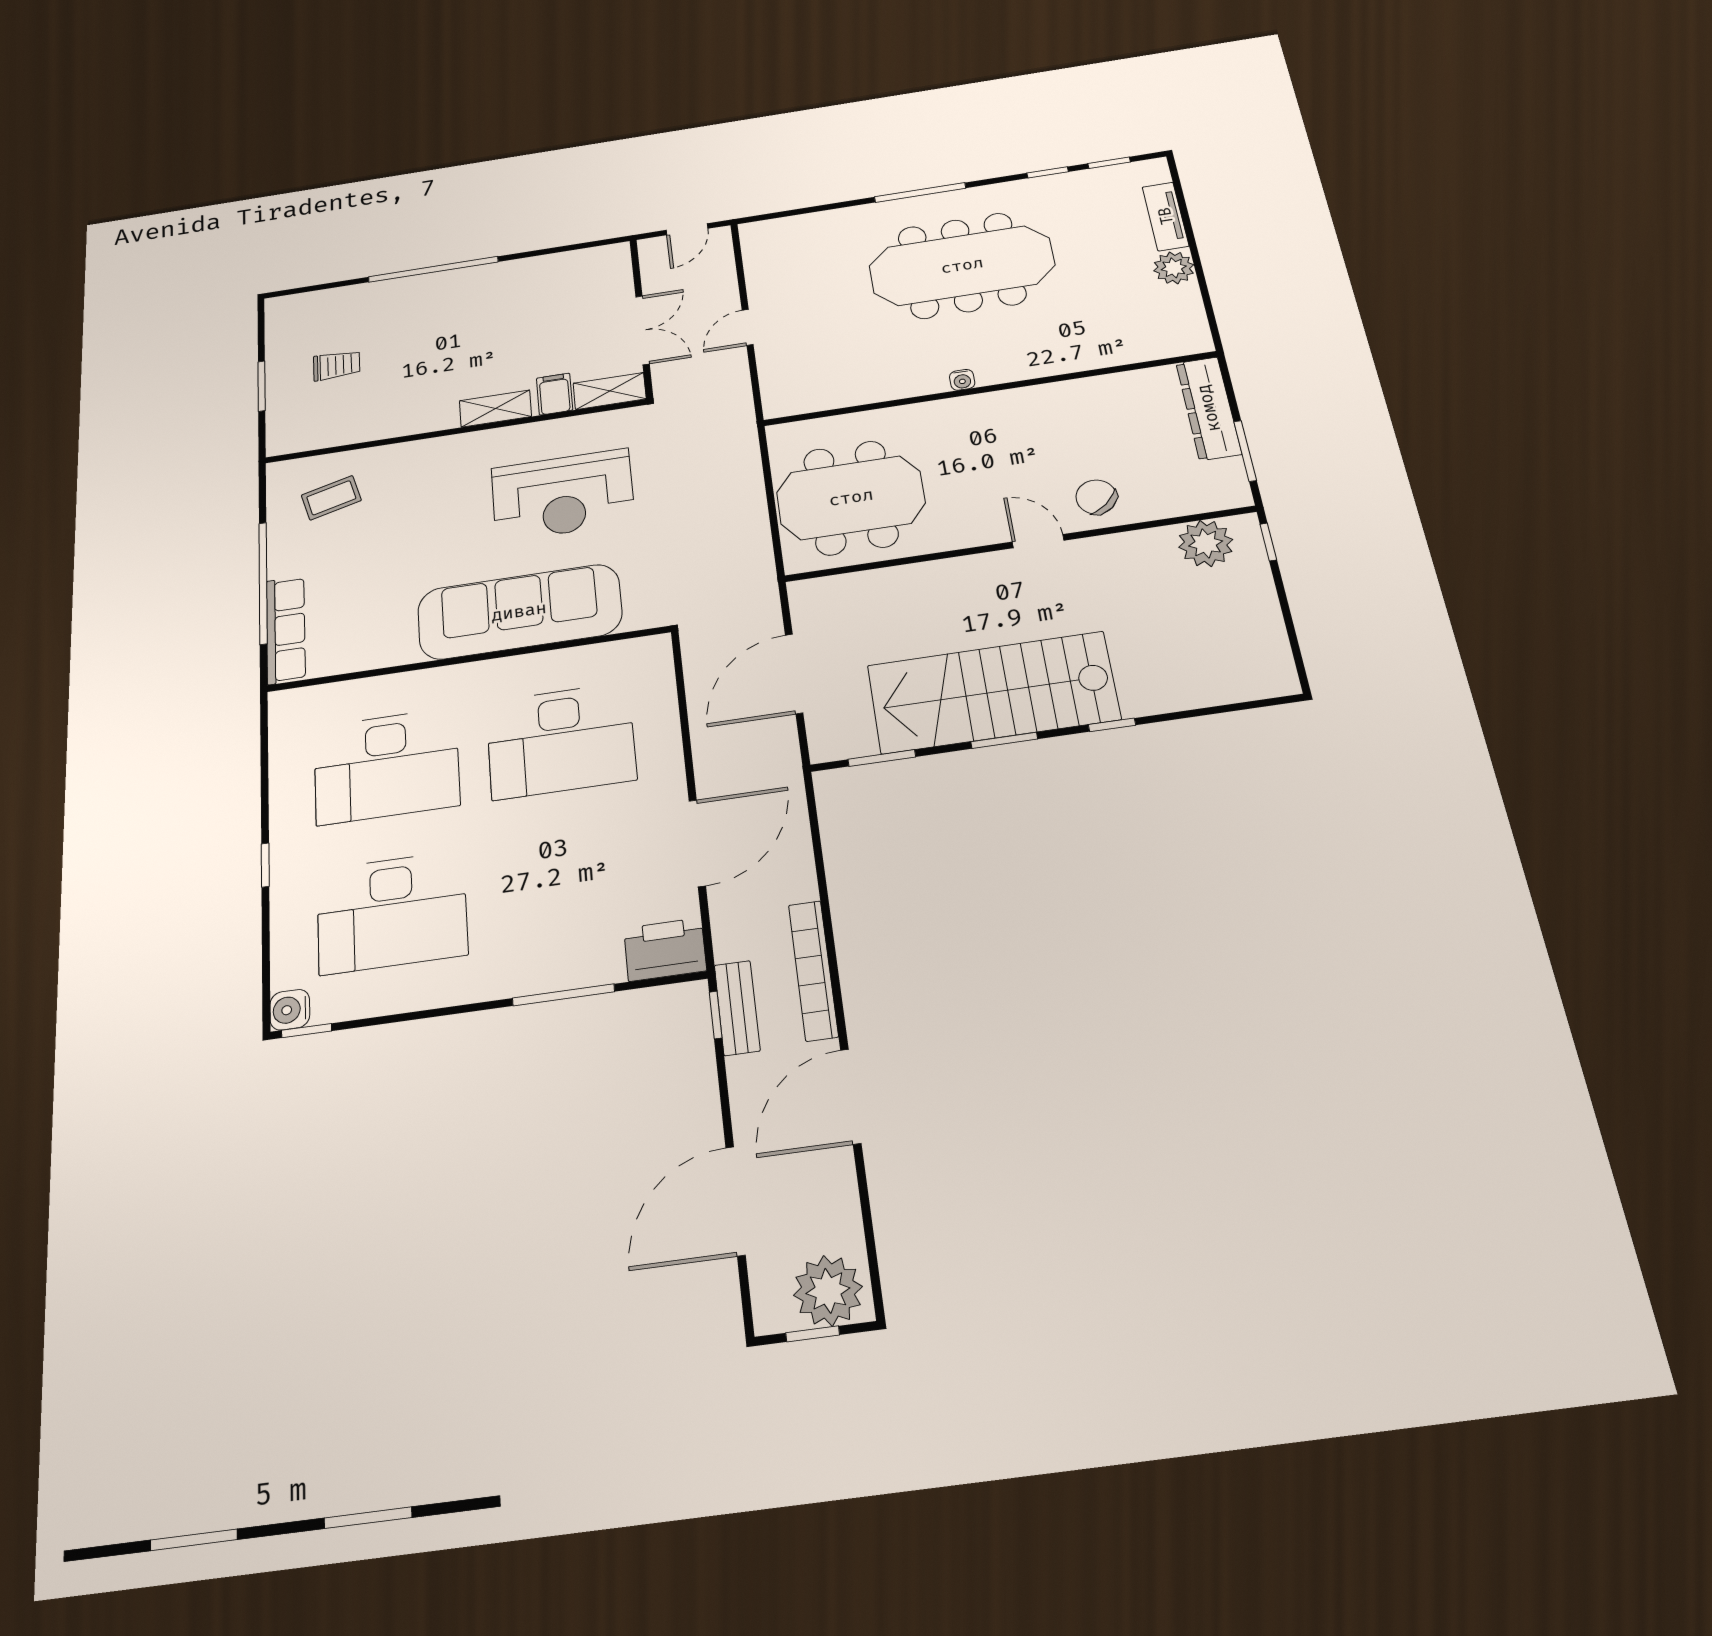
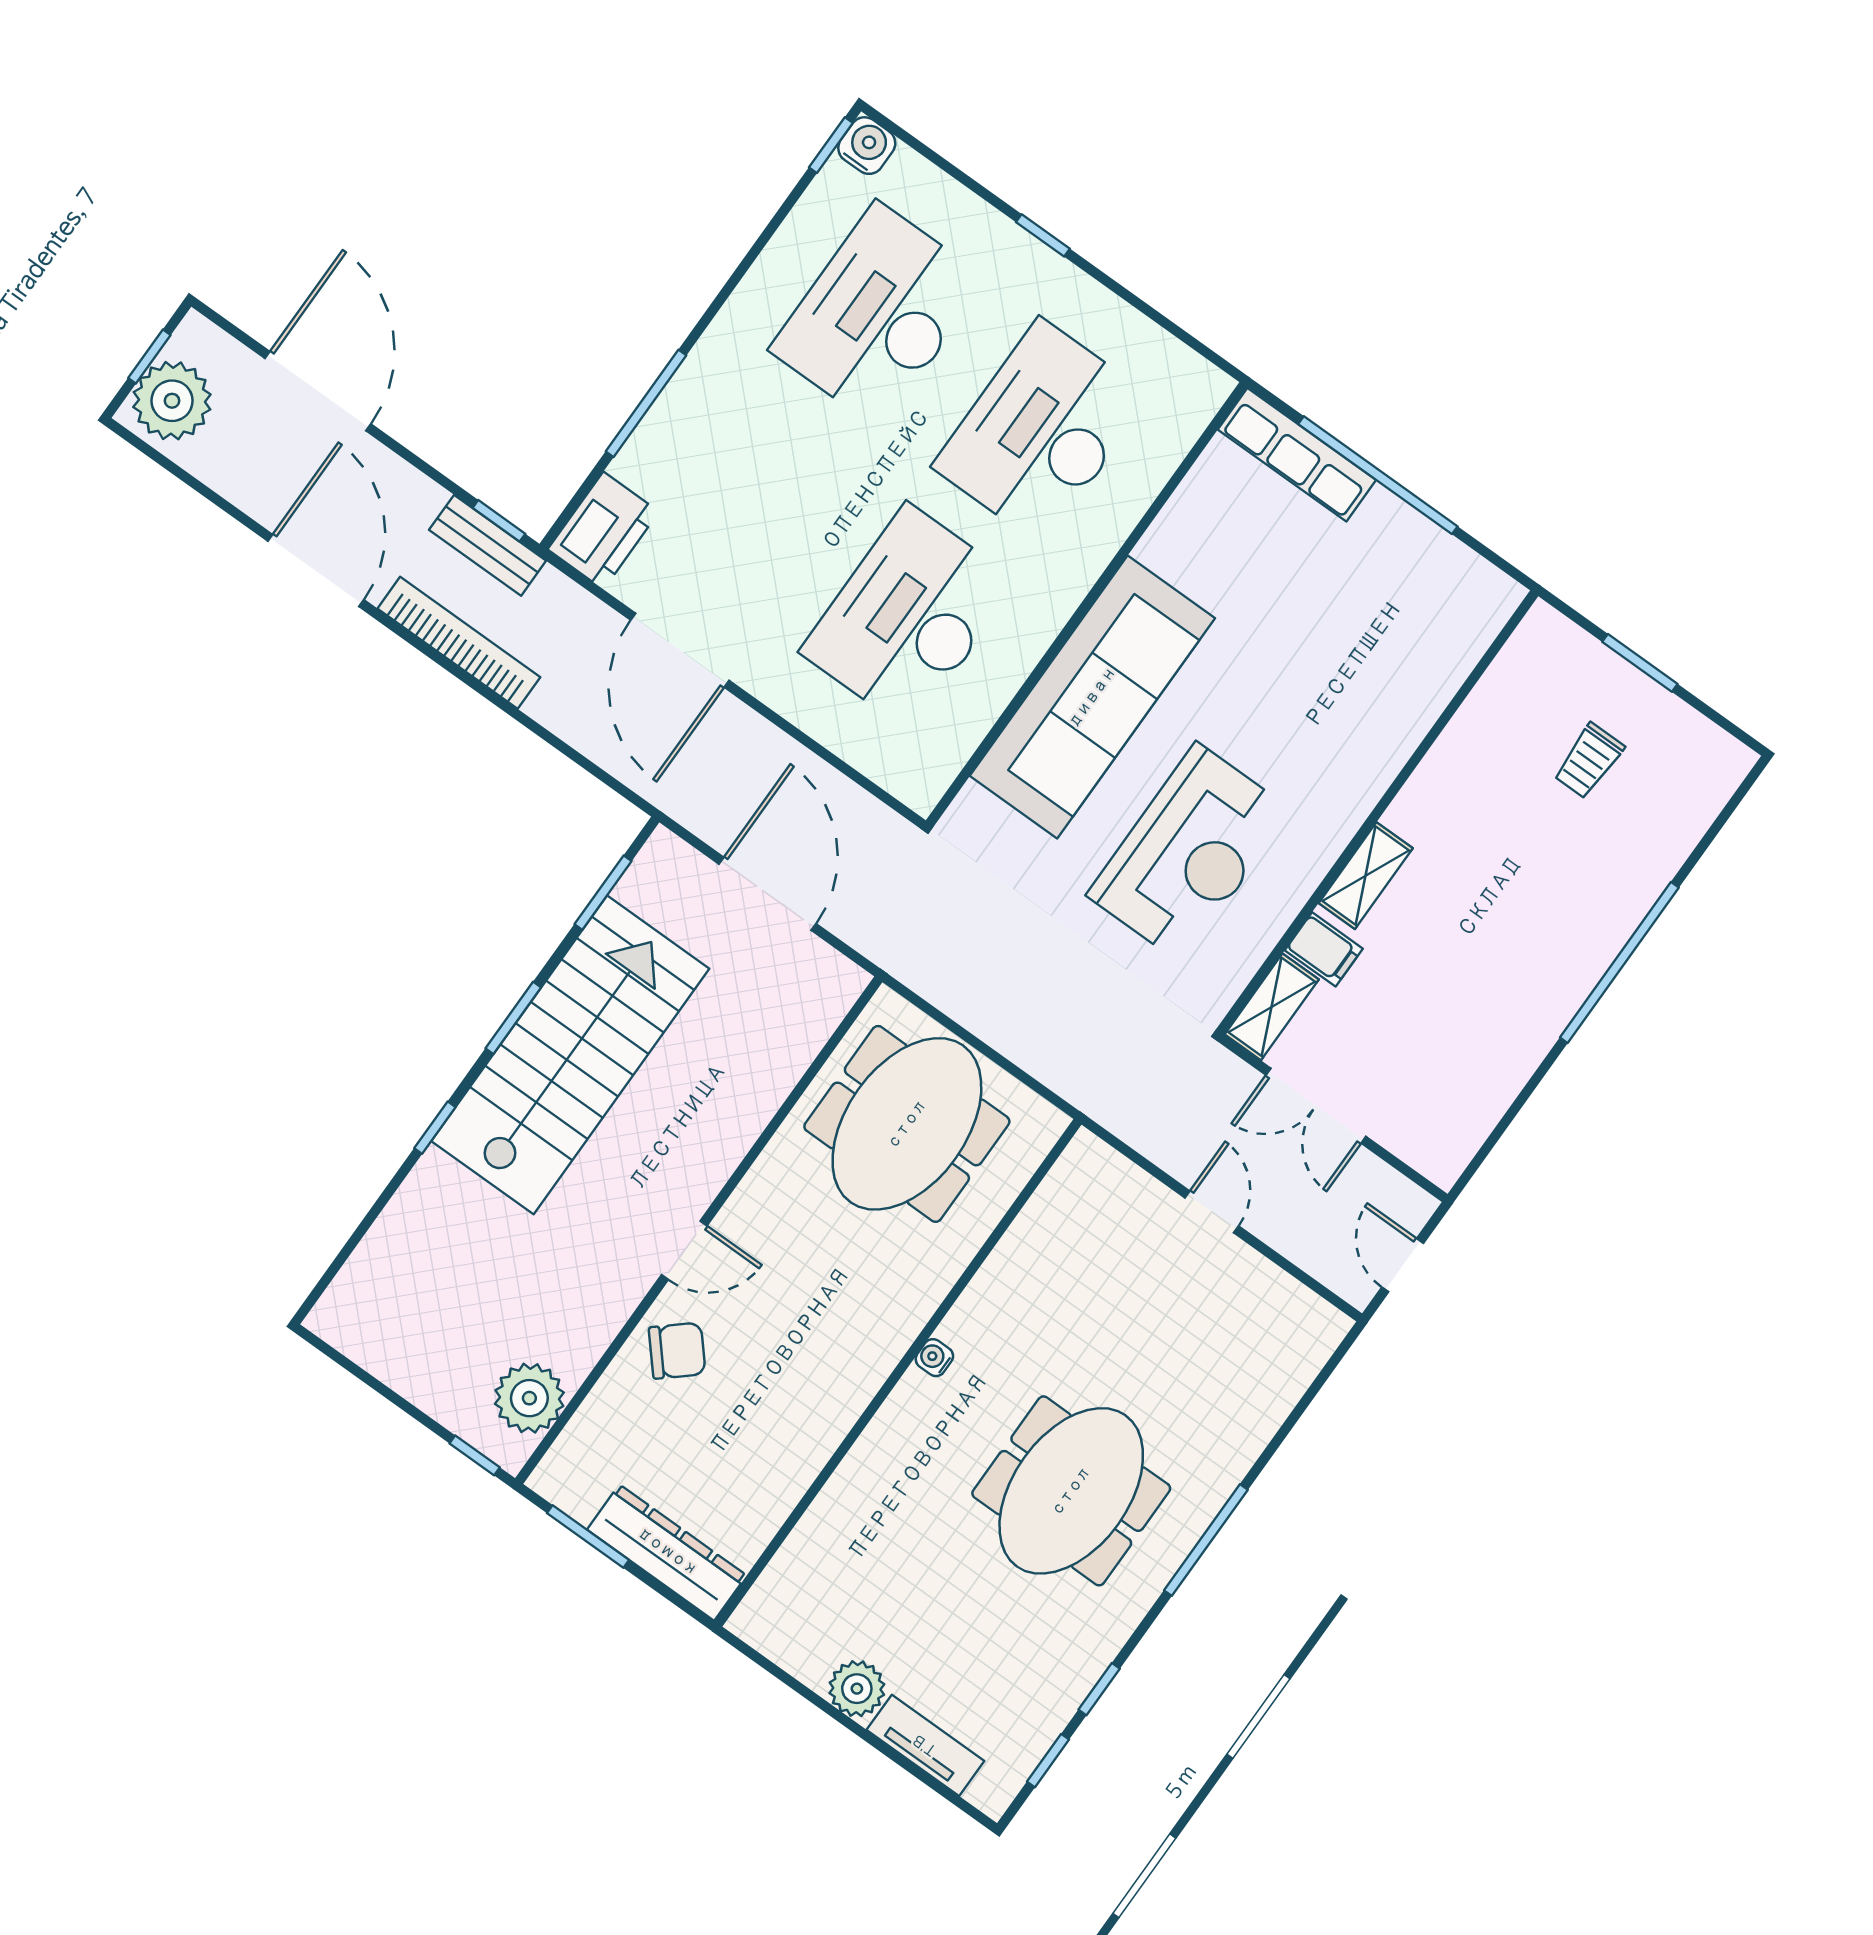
meeting table: (962, 266) -> (1071, 1491), width x0.73
reception desk: (563, 495) -> (1189, 853), turned 180
coffee table: (331, 498) -> (1418, 623), removed

